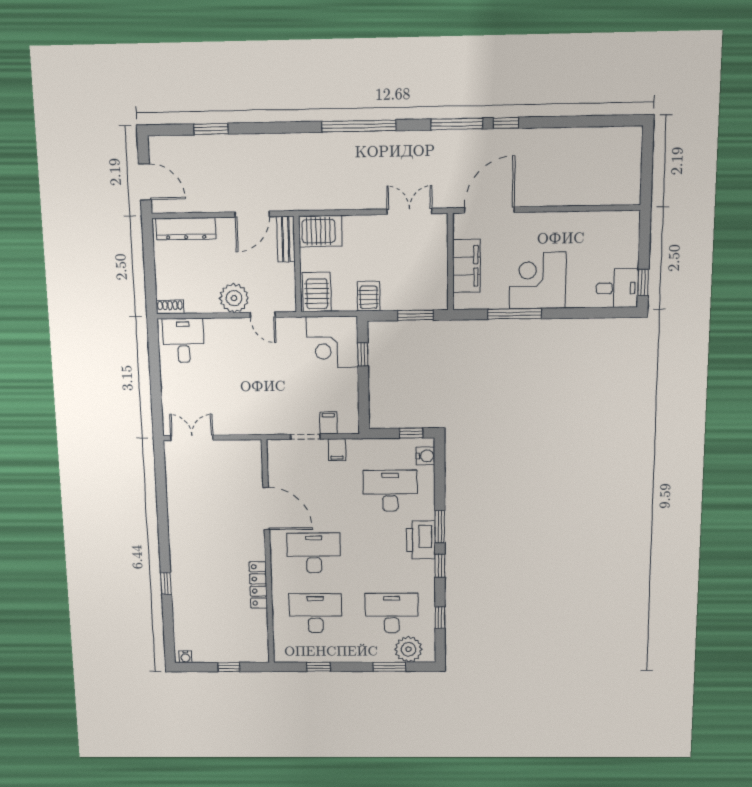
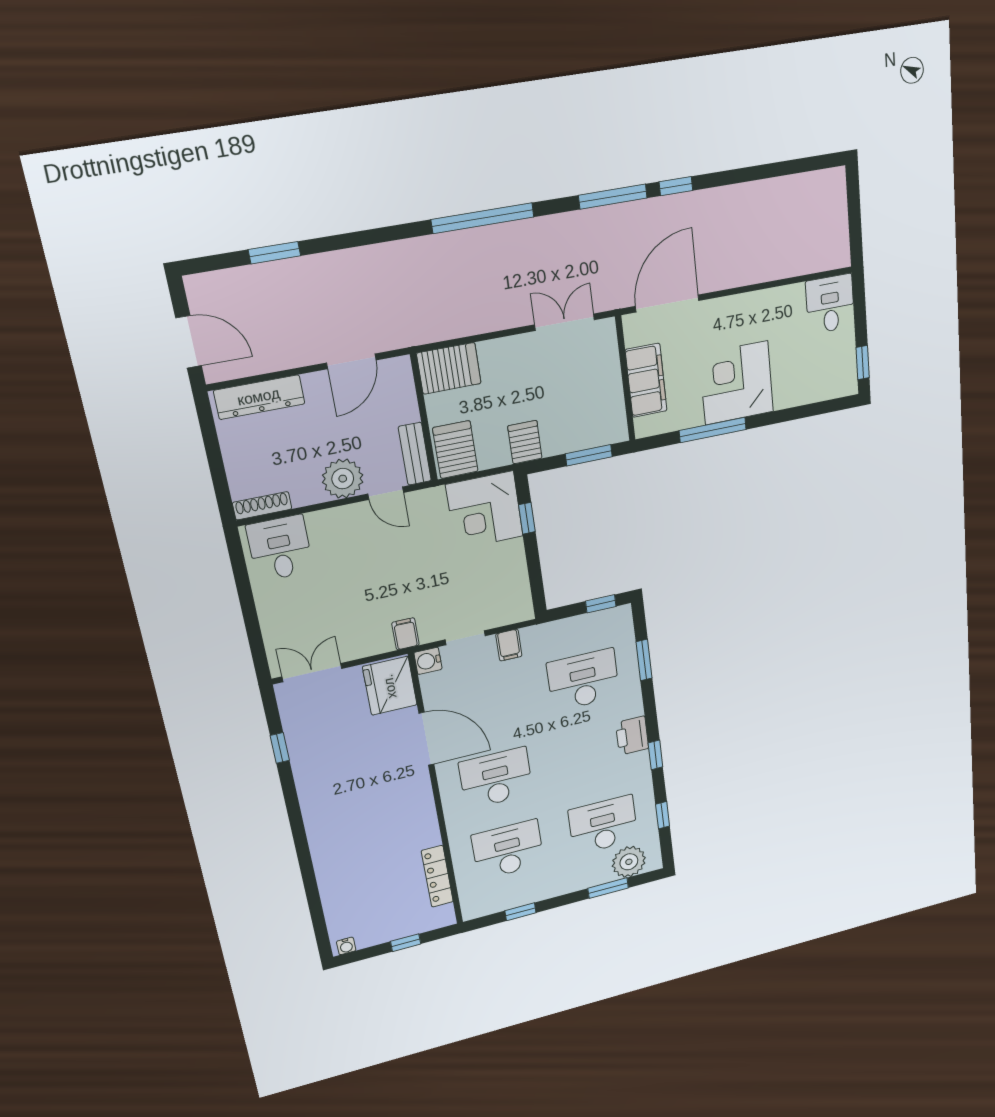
bench: (286, 239) -> (415, 454), moved
desk: (617, 288) -> (830, 304), moved, turned -90
shoe rack: (170, 307) -> (262, 506), width x1.43
filing cabinet: (328, 423) -> (405, 634), moved
water cooler: (426, 456) -> (428, 661), moved, turned 180
fridge: (245, 461) -> (390, 686), added
window: (440, 527) -> (644, 660), moved
printer: (421, 540) -> (632, 736), width x0.73, depth x0.84
window: (166, 583) -> (280, 748), moved
locker: (258, 585) -> (437, 876), moved

